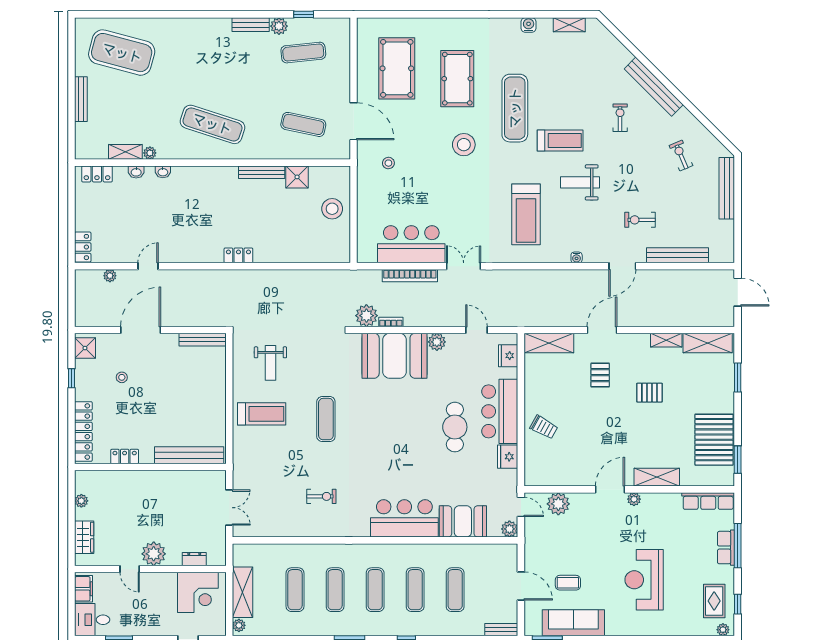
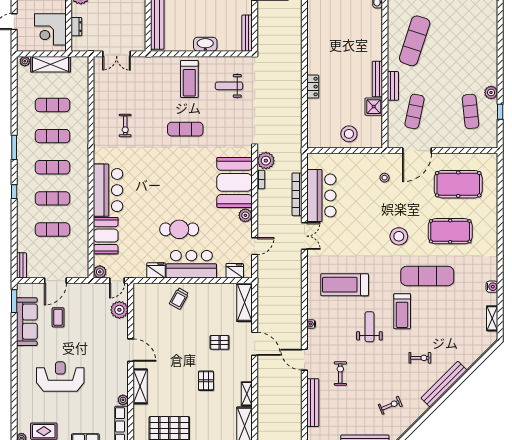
bench: (251, 25) -> (393, 86), moved
locker: (238, 255) -> (313, 87), moved
washbasin: (217, 393) -> (205, 44), added
plant: (634, 499) -> (123, 400), moved

